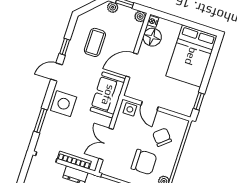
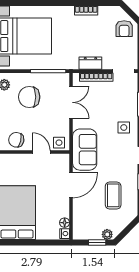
plant: (140, 16) -> (78, 234), removed
floor lamp: (152, 37) -> (65, 223), width x0.53, depth x0.53
side table: (64, 104) -> (124, 127), width x0.54, depth x0.54
chair: (162, 137) -> (16, 140), moved, turned 142

